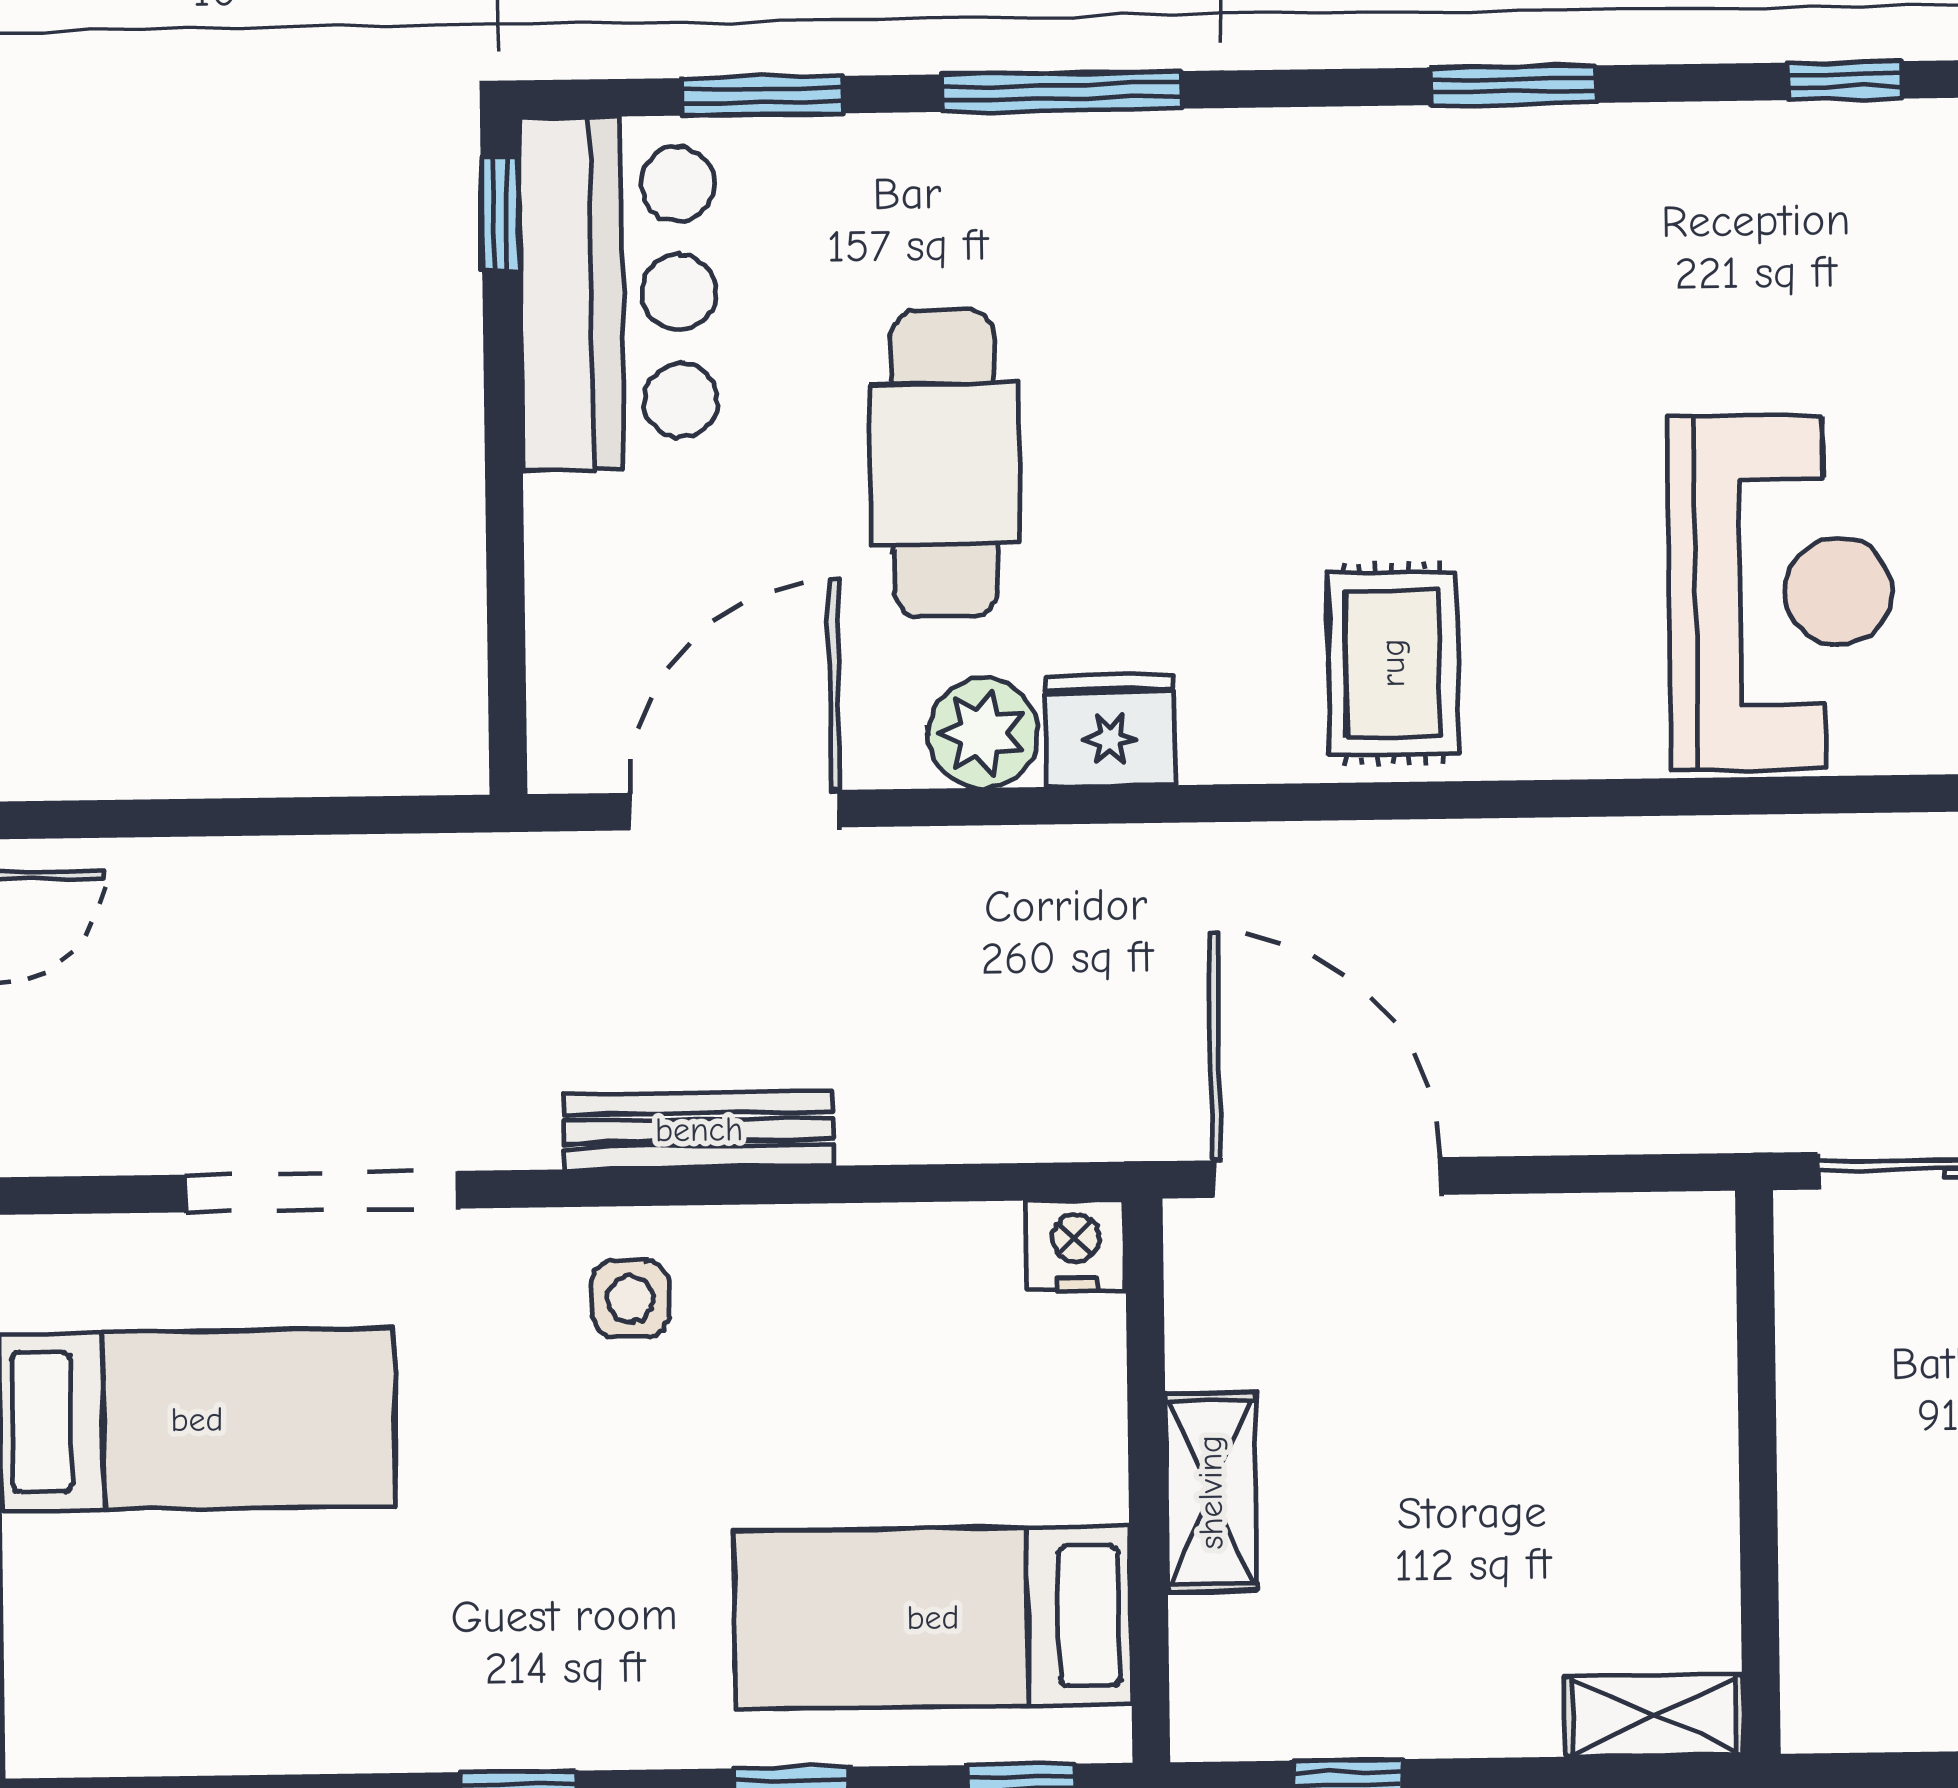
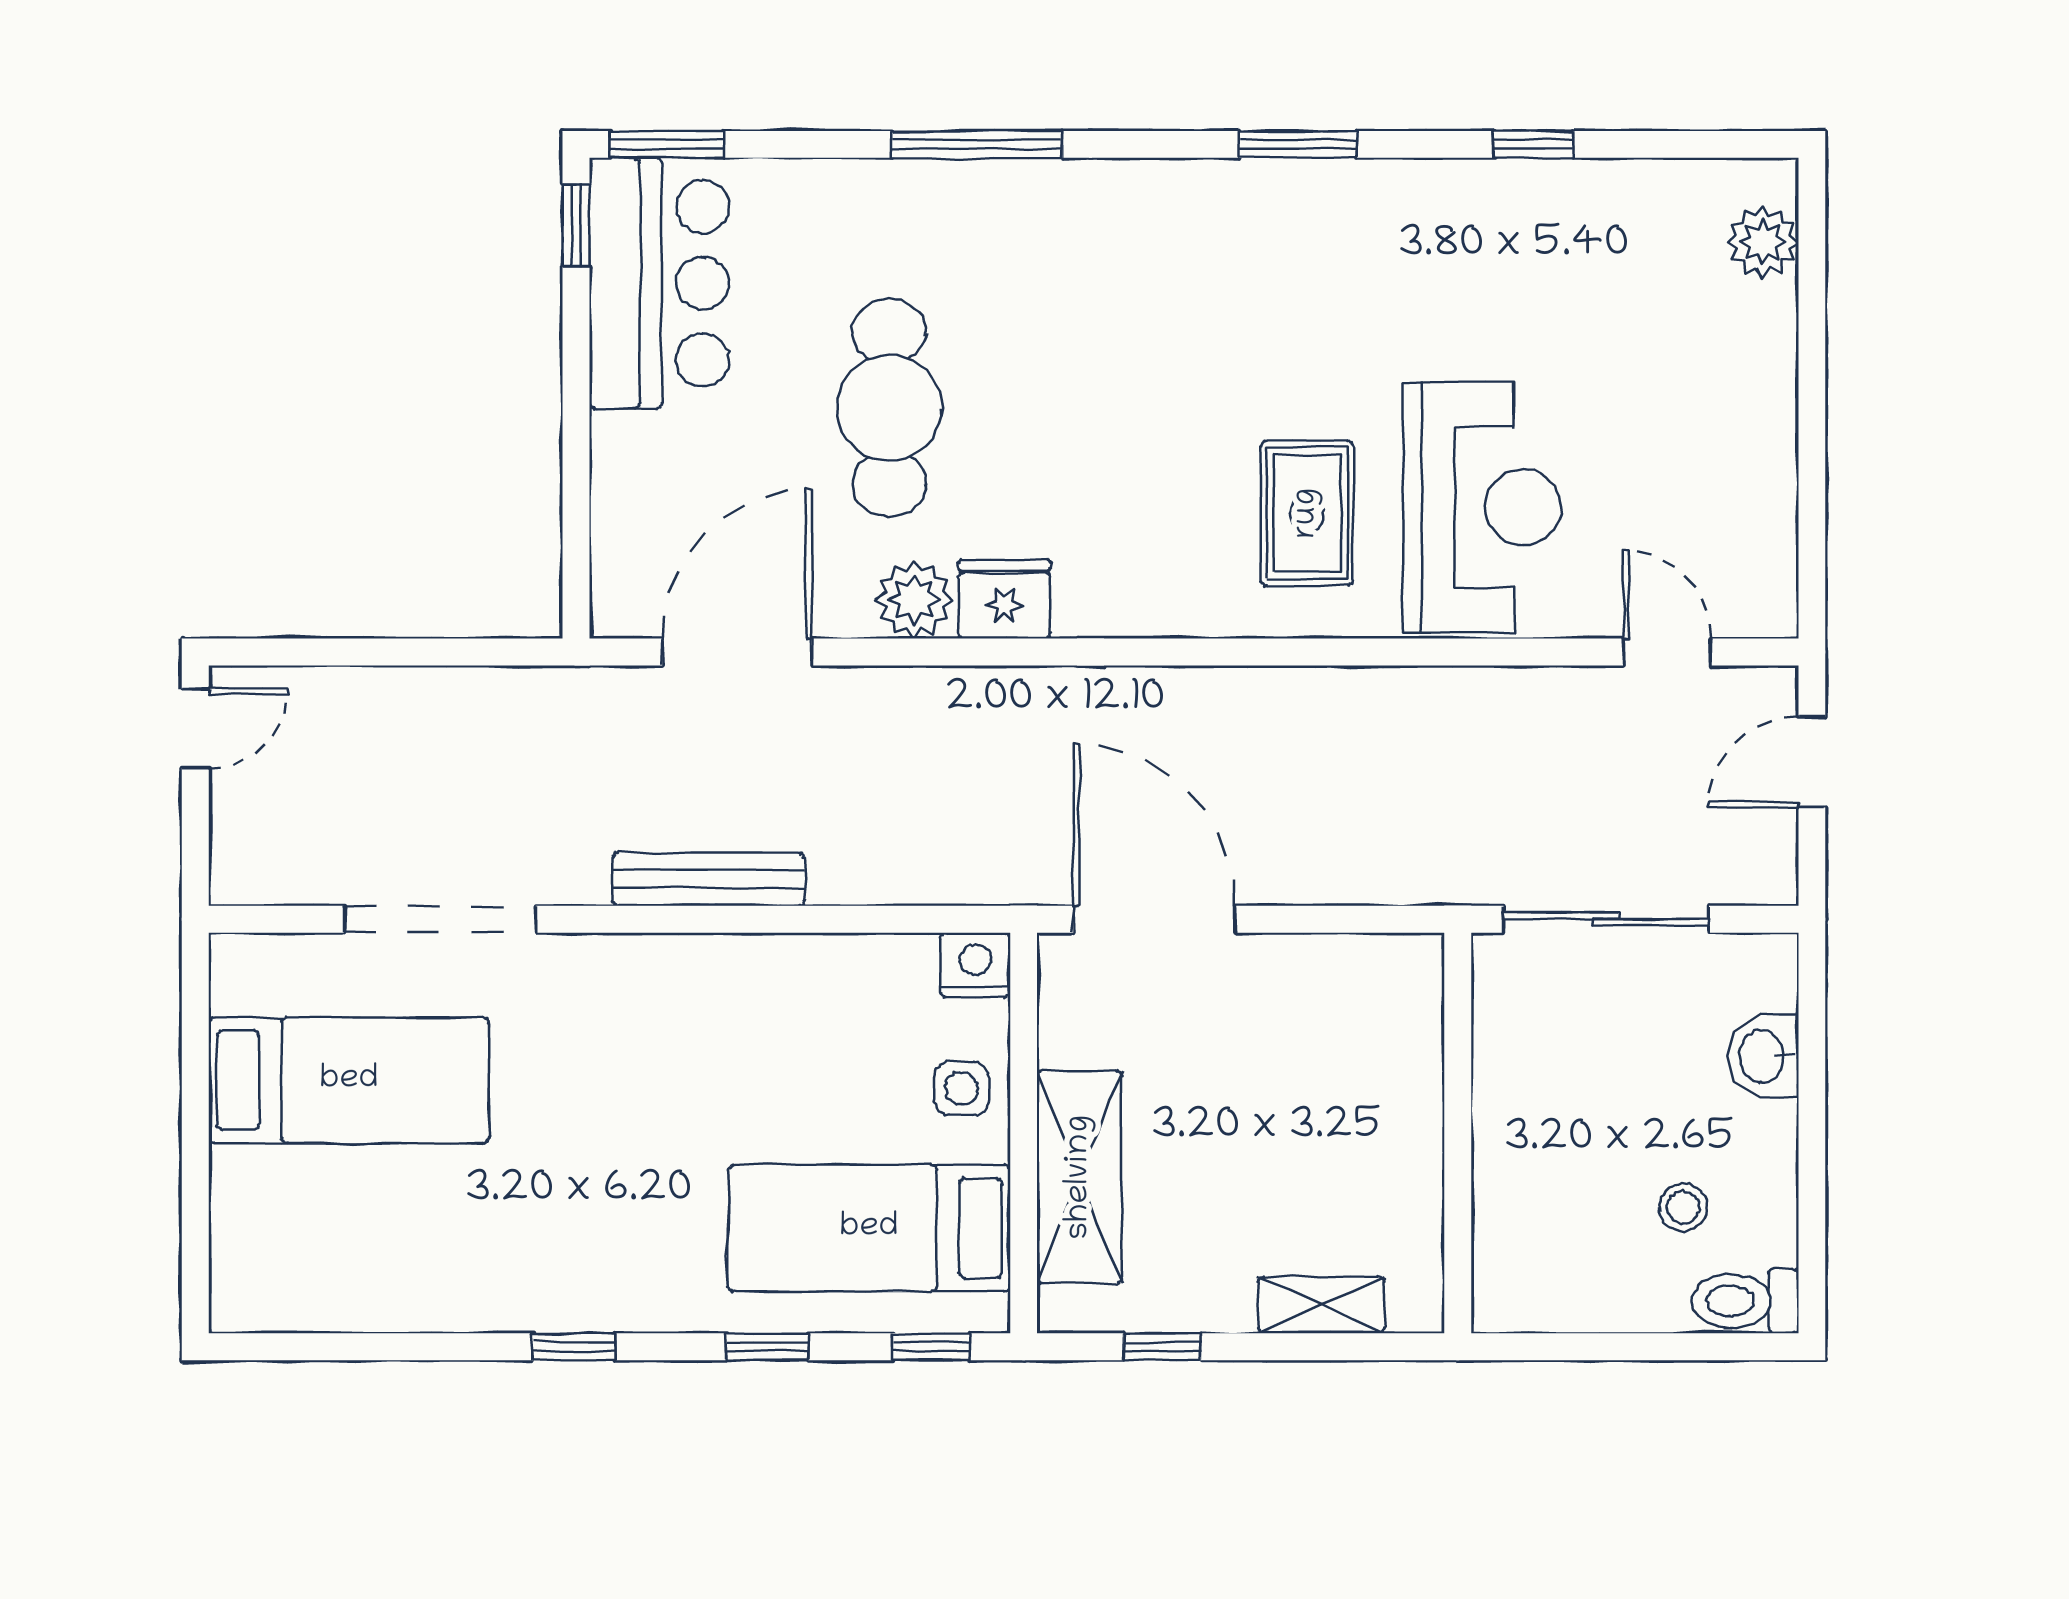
window: (762, 96) -> (667, 144), moved
rug: (1393, 663) -> (1307, 513), moved
side table: (630, 1299) -> (961, 1088), moved
shelving: (1211, 1492) -> (1080, 1177), width x1.50, depth x1.33
shelving: (1654, 1716) -> (1321, 1305), moved

